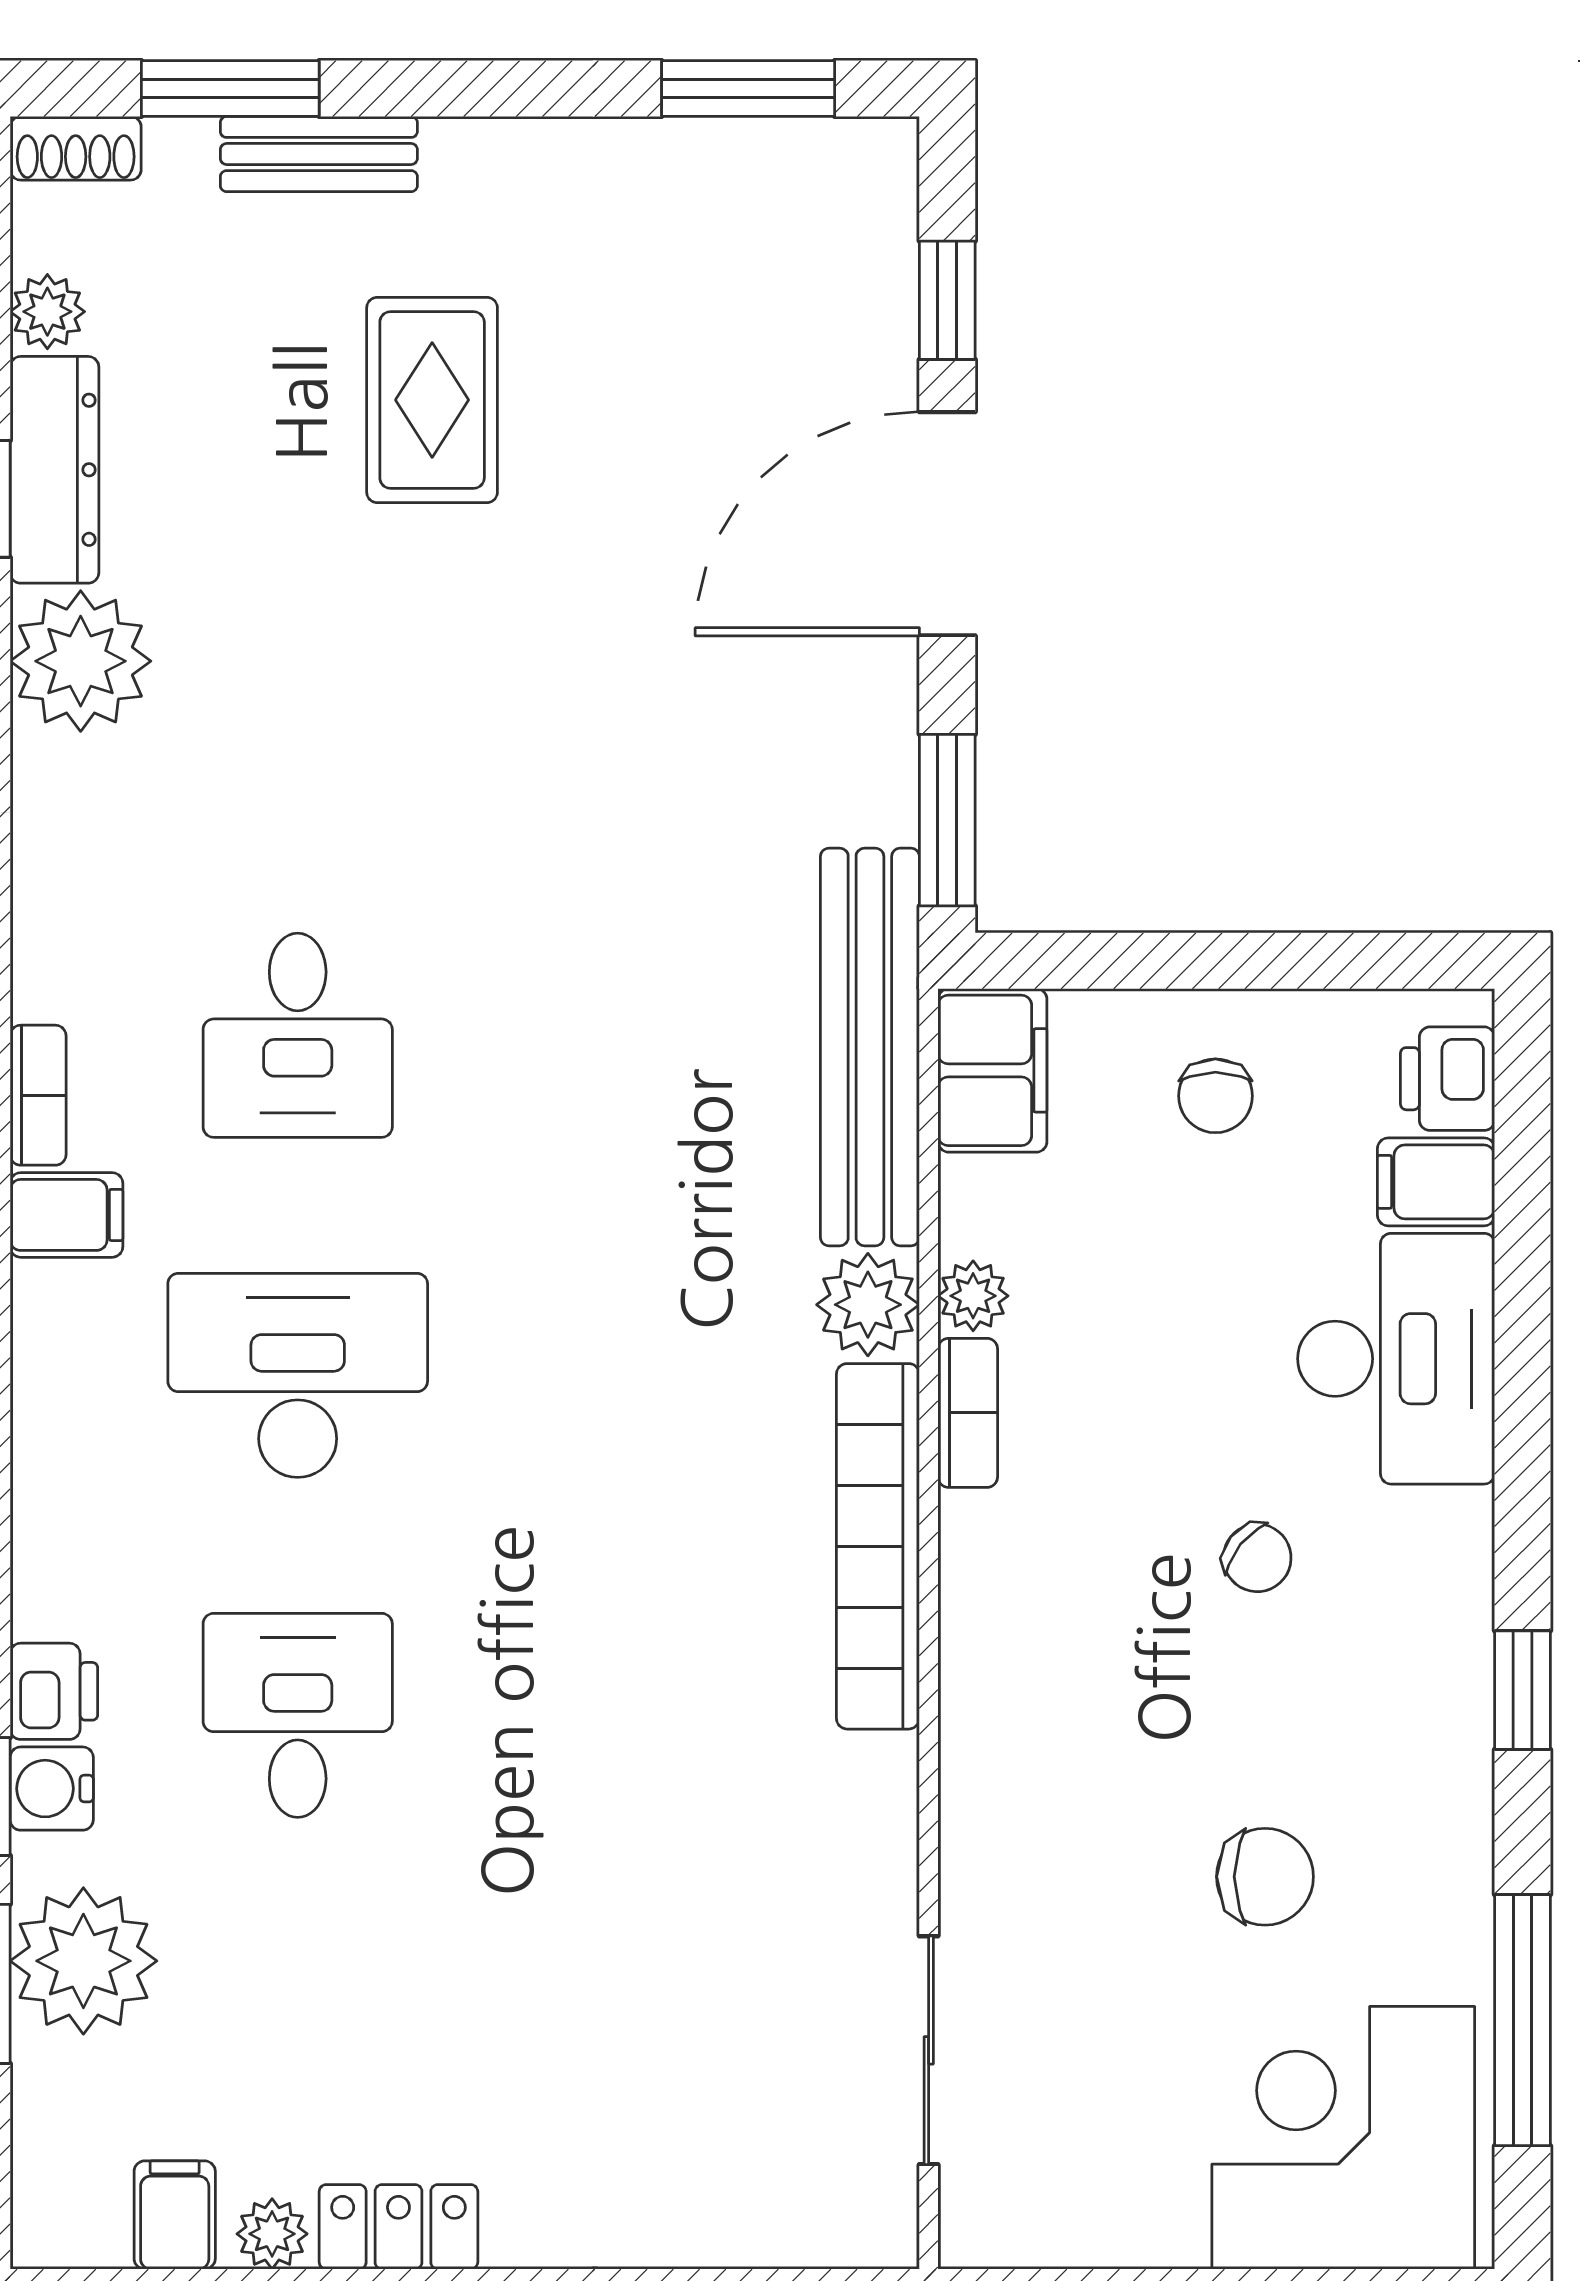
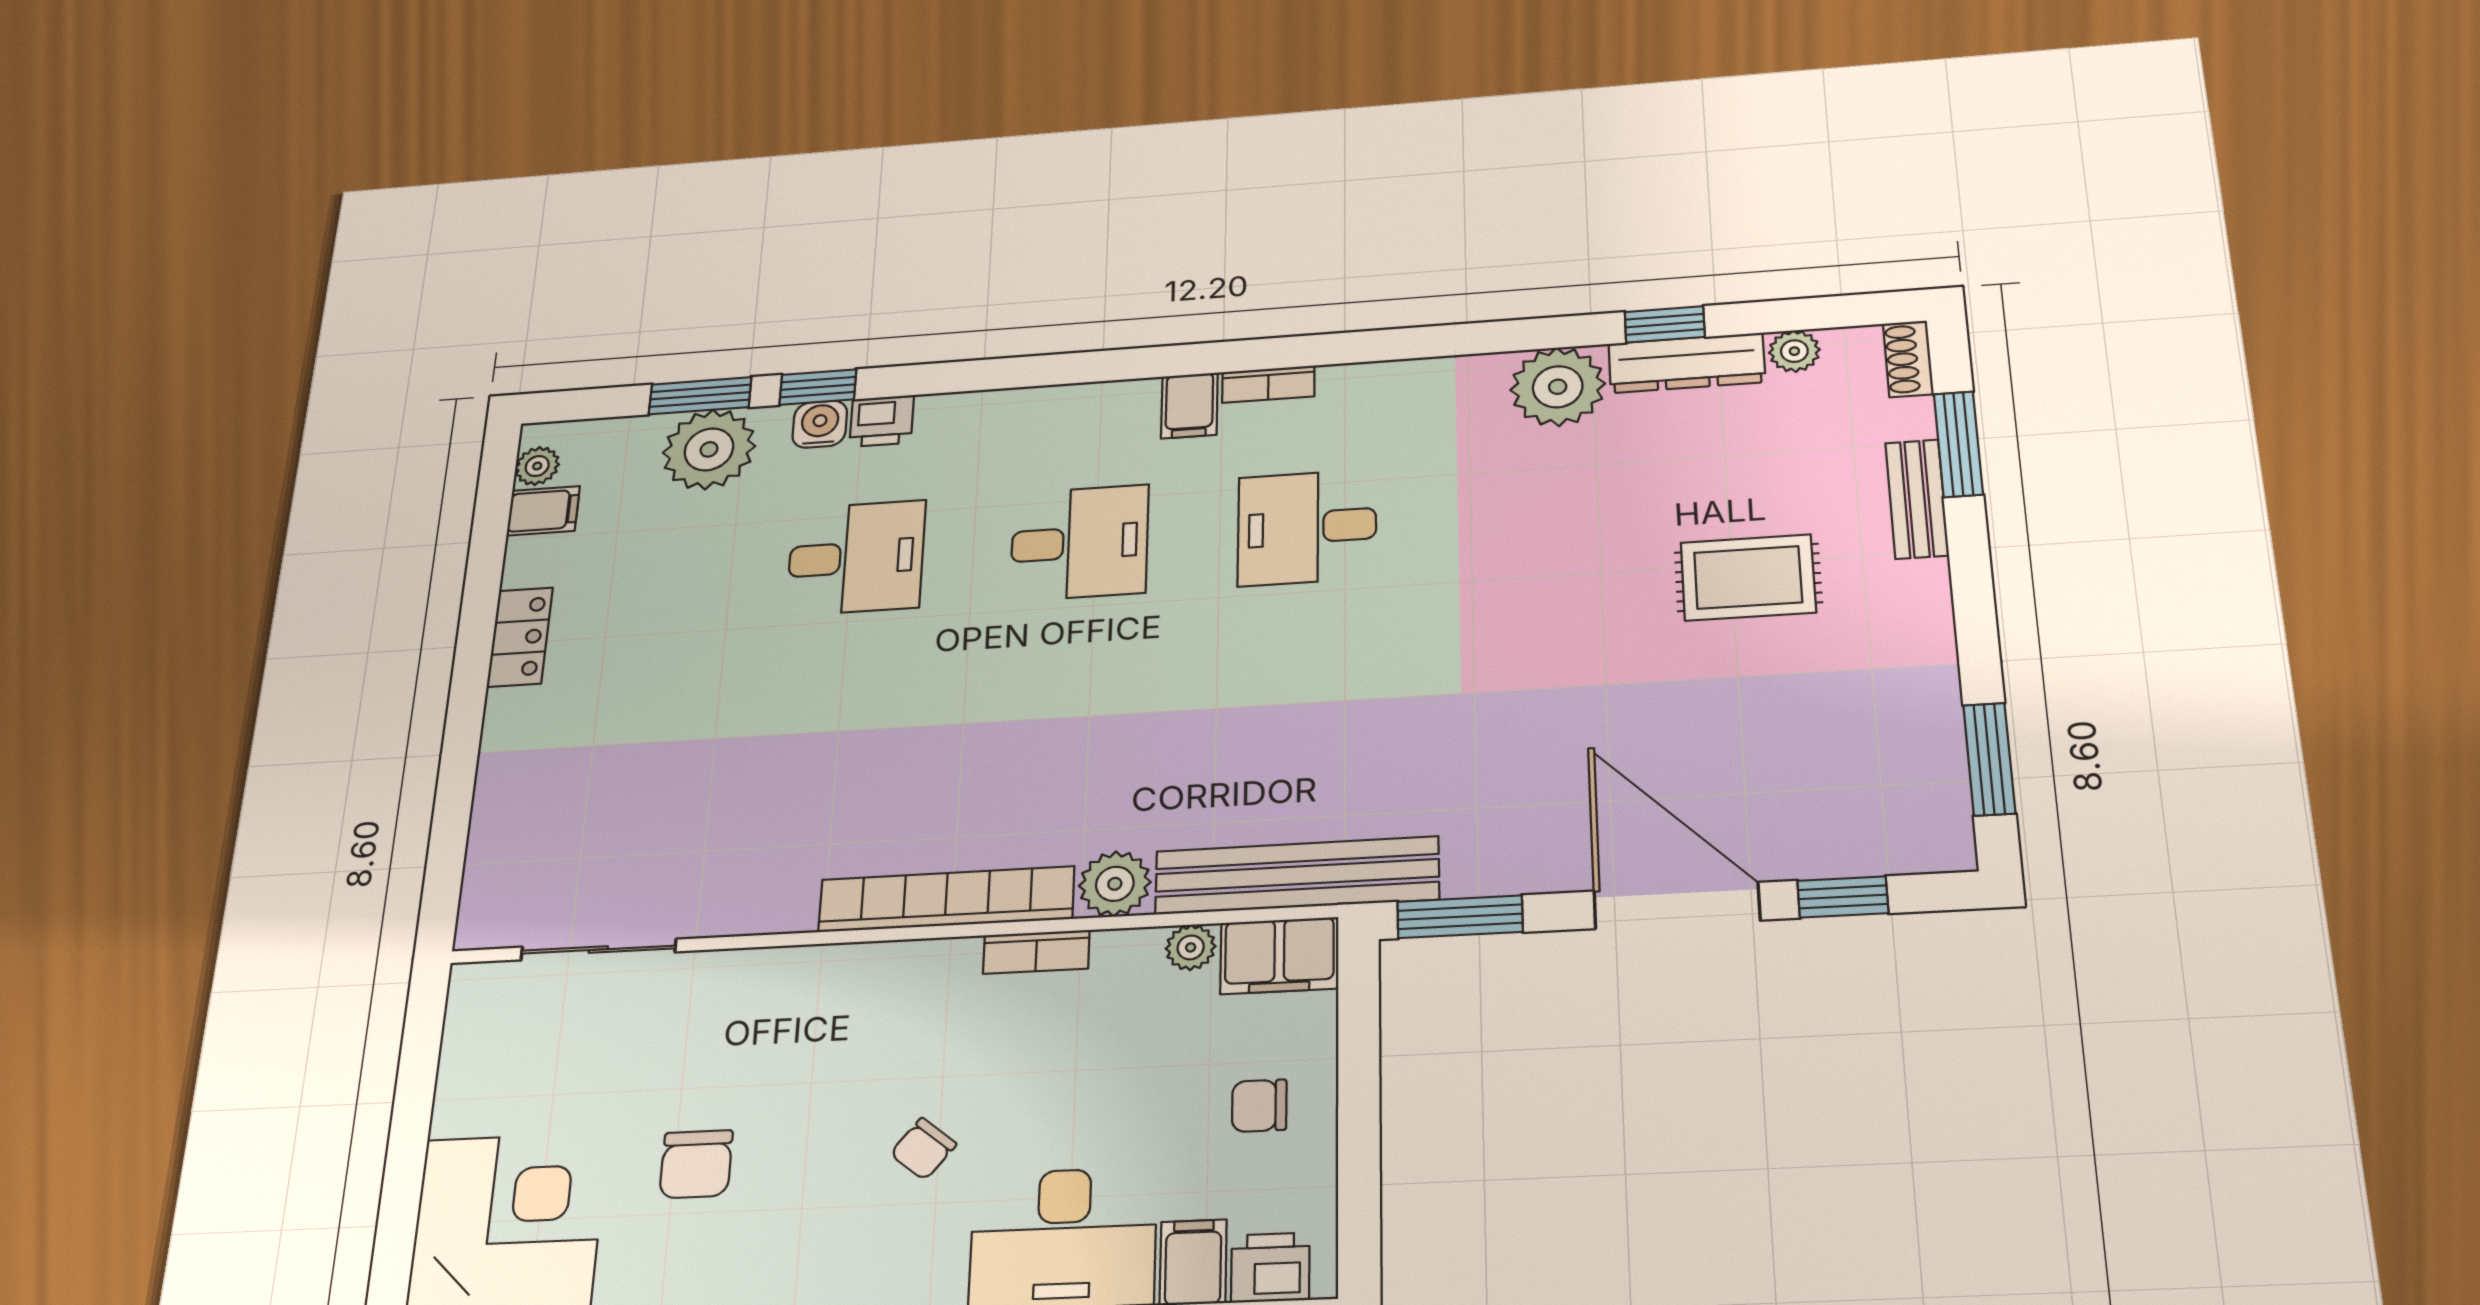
plant: (973, 1296) -> (1191, 947), moved
desk: (298, 1375) -> (1079, 543), width x0.73
plant: (272, 2234) -> (537, 466), moved

